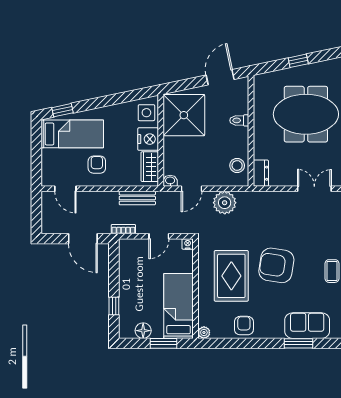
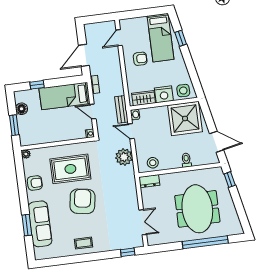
window: (298, 61) -> (230, 180), moved
window: (63, 110) -> (181, 38), moved
bench: (137, 198) -> (121, 109), moved
bed: (179, 306) -> (65, 96), moved, turned 180
sofa: (307, 326) -> (40, 224), width x1.36

